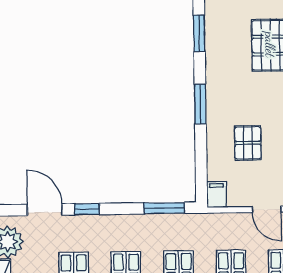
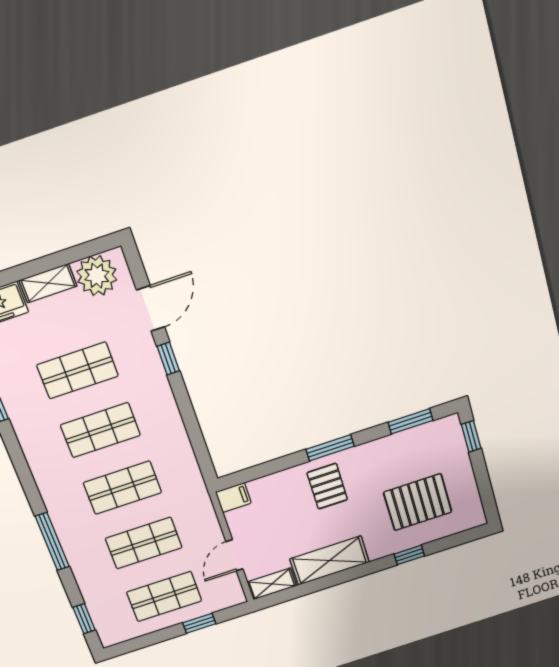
pallet: (248, 143) -> (327, 486), moved, turned 90
window: (164, 208) -> (199, 446), removed

